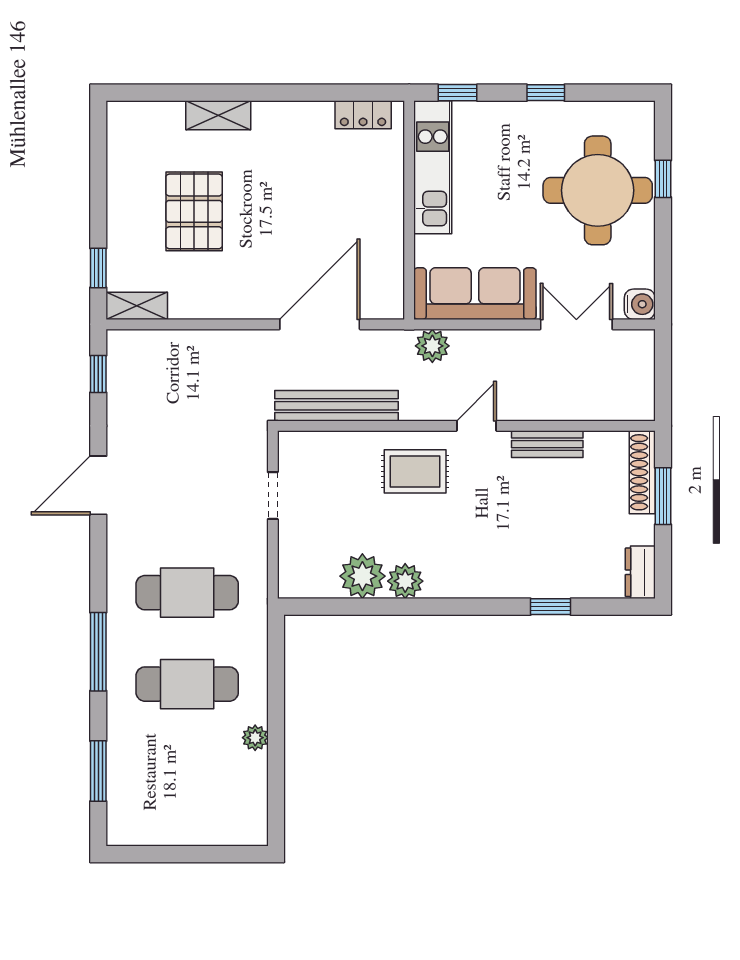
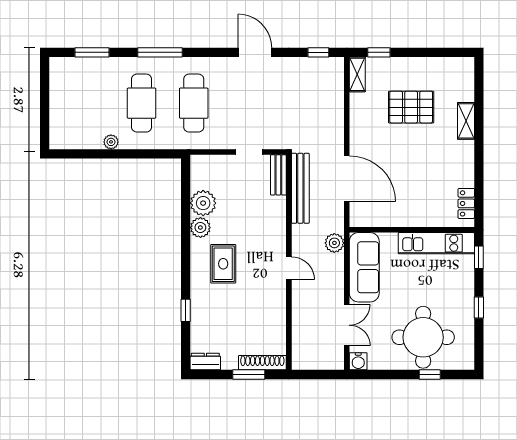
bench: (547, 444) -> (278, 175), moved
rug: (415, 471) -> (223, 264), moved

